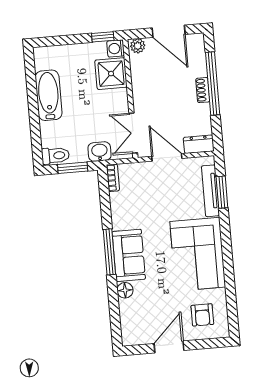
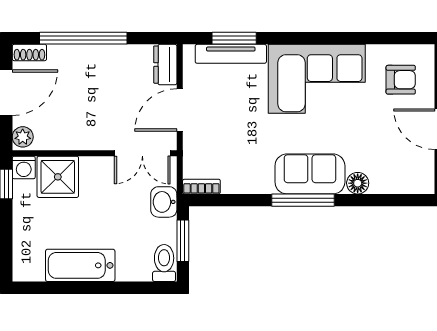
shoe rack: (203, 90) -> (29, 53), moved

